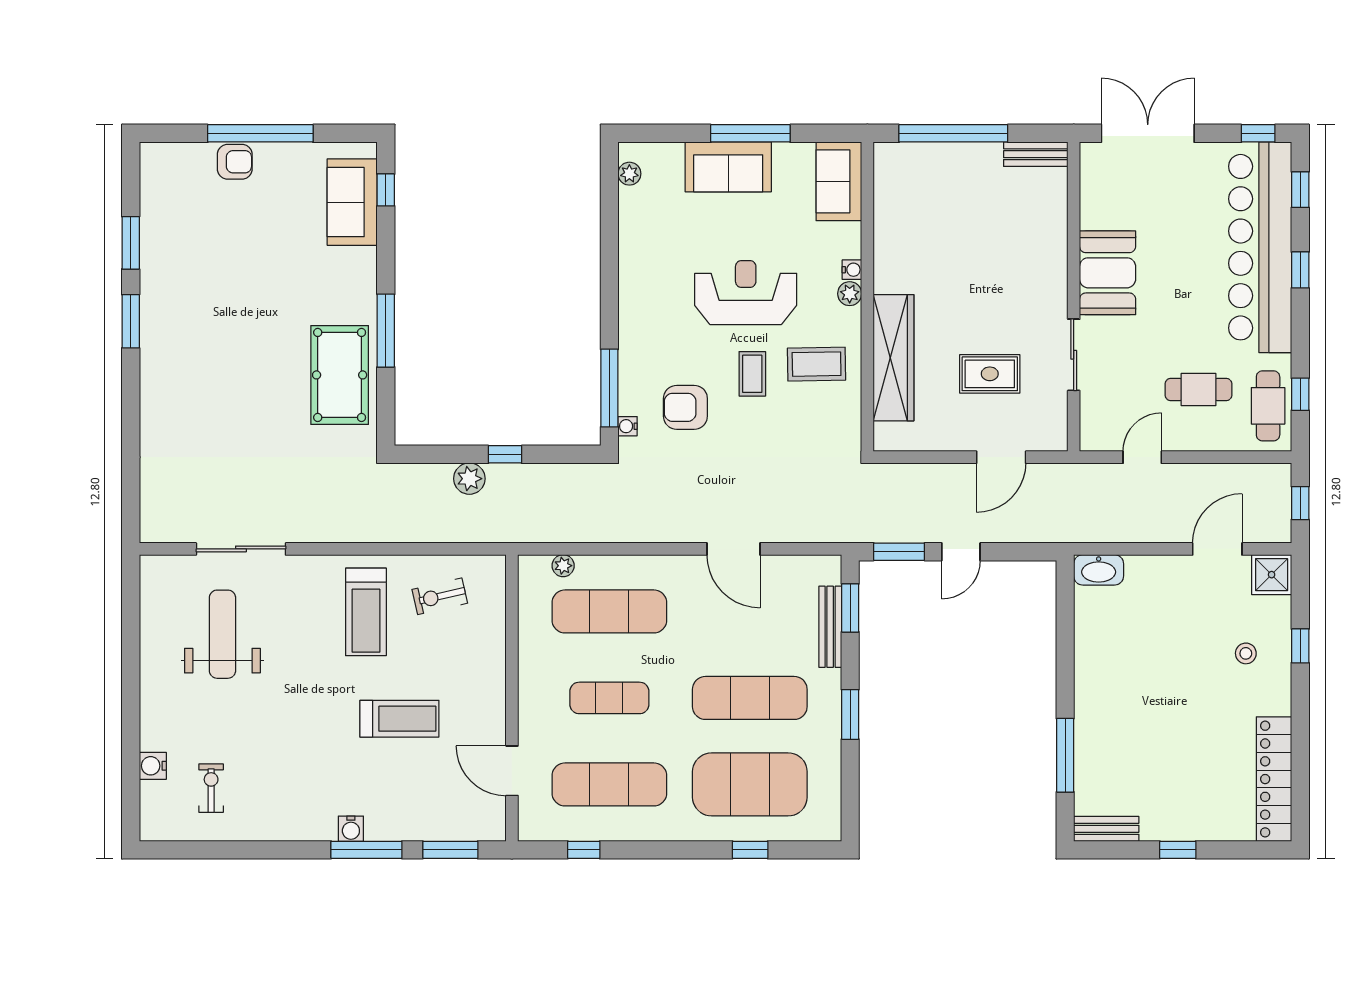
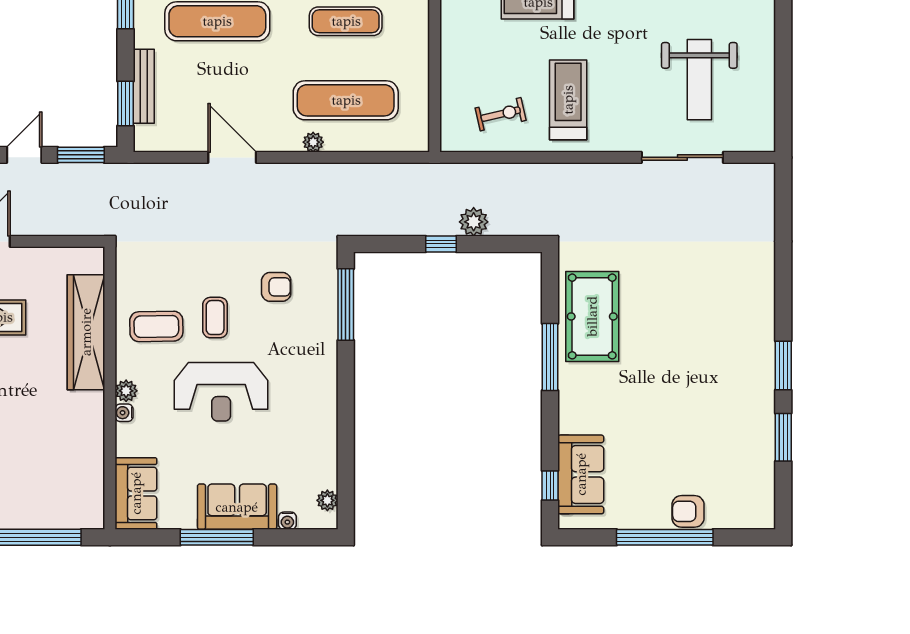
armchair: (685, 407) -> (276, 287), width x0.72, depth x0.72
water cooler: (628, 426) -> (287, 521), moved, turned 90
plant: (563, 566) -> (313, 142), moved

